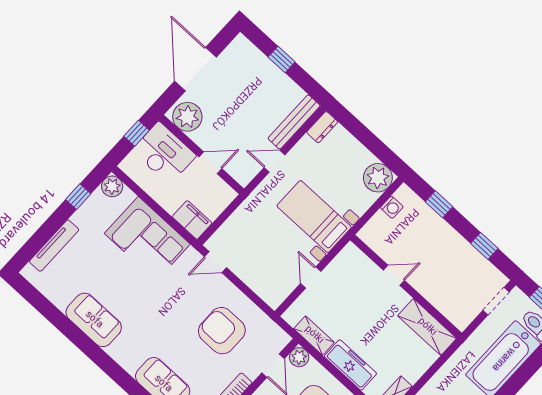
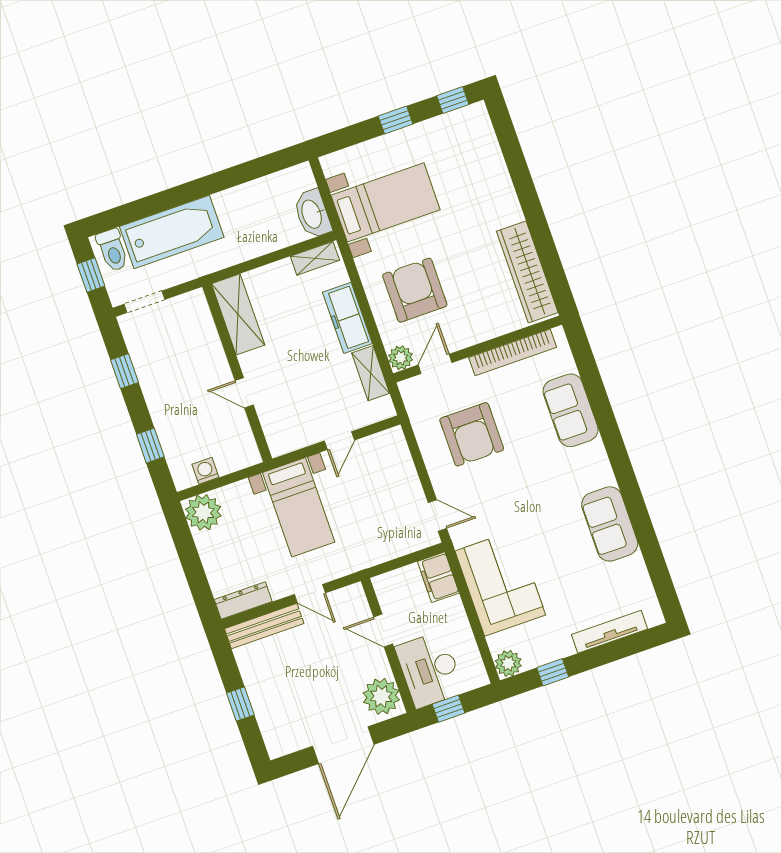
dresser: (322, 127) -> (243, 601), width x1.44

